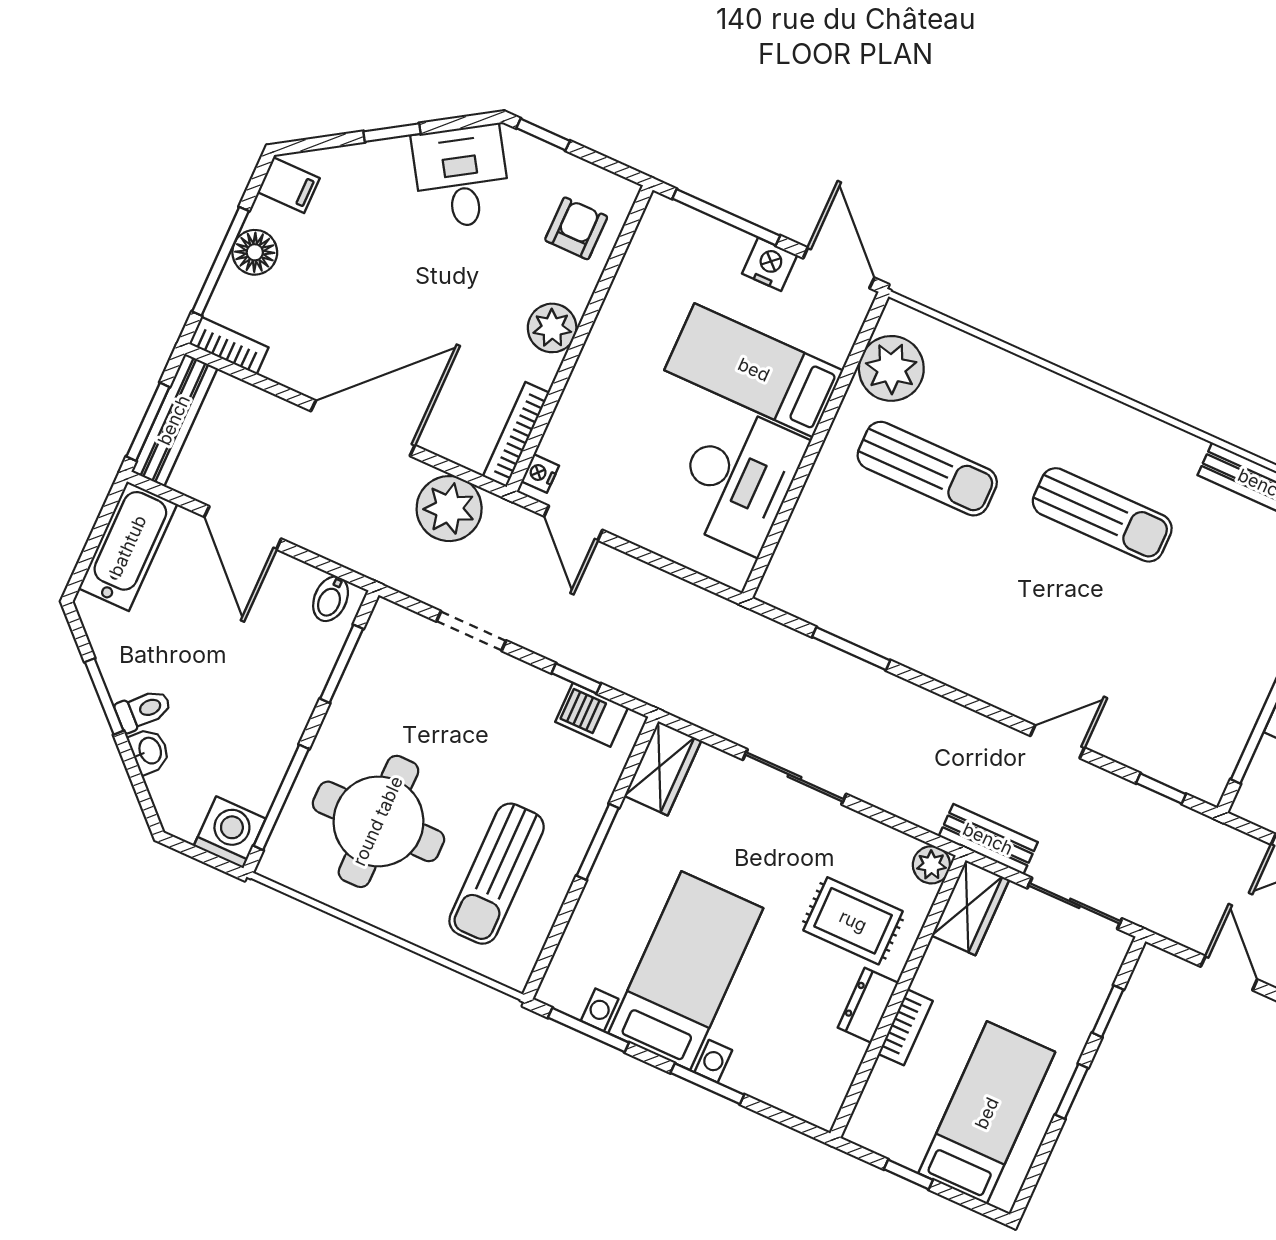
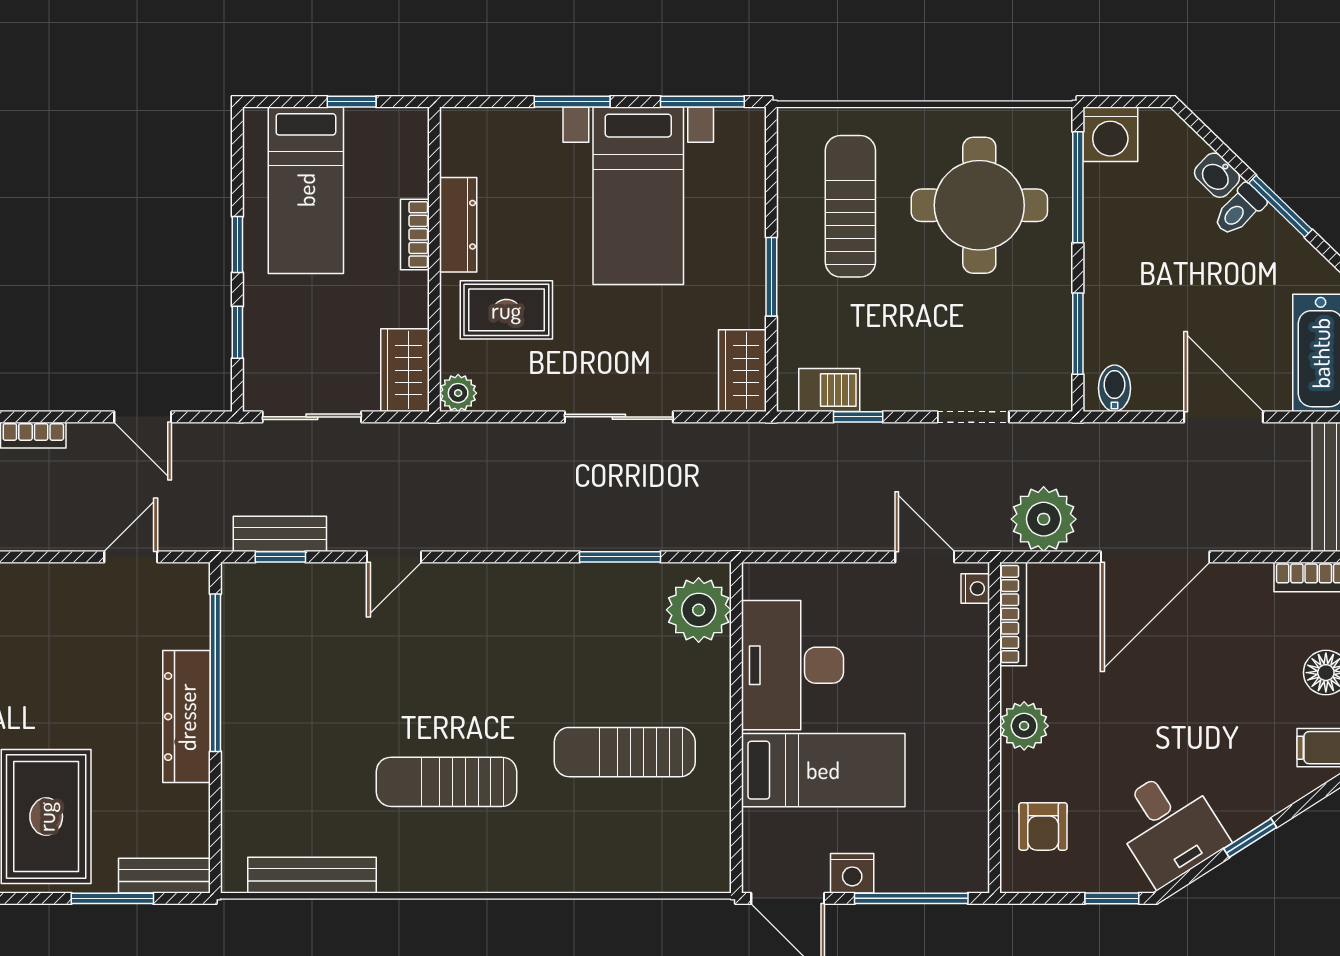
plant: (891, 368) -> (699, 610), moved
bench: (988, 839) -> (280, 534), moved
dresser: (868, 1005) -> (458, 225), width x1.44

